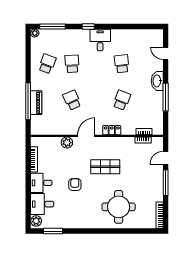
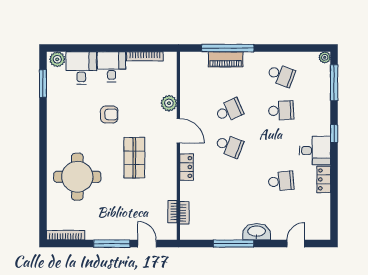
locker: (120, 34) -> (324, 179), added
school desk: (122, 100) -> (229, 146), moved

